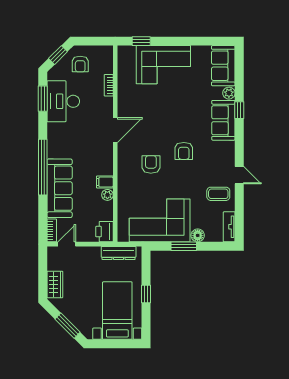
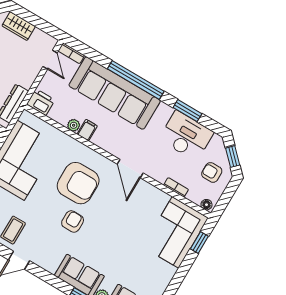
floor lamp: (108, 53) -> (206, 205), added
corner sofa: (163, 65) -> (176, 232), moved
window: (43, 99) -> (187, 111), moved
armchair: (184, 151) -> (73, 221), turned 90
armchair: (151, 164) -> (78, 183), width x1.88, depth x1.88
sofa: (60, 188) -> (115, 93), width x1.36, depth x1.27

